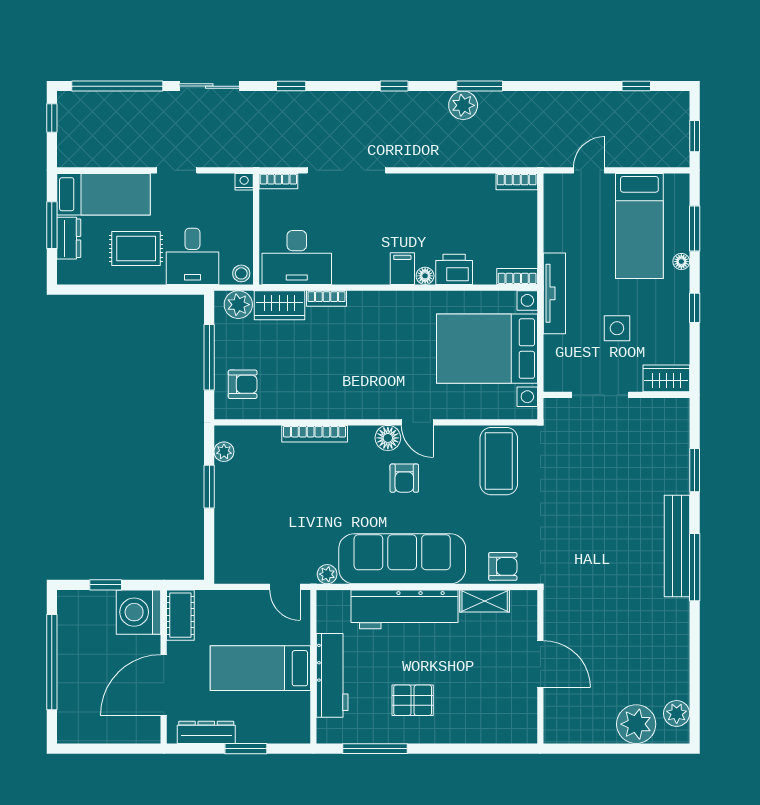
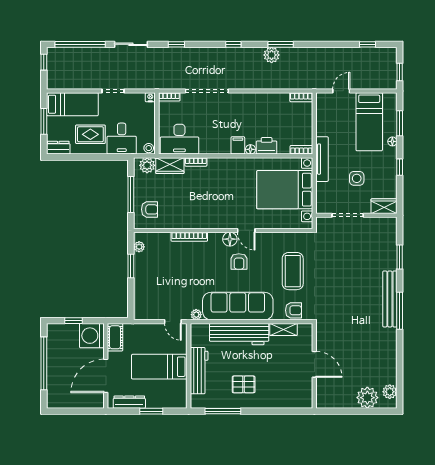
dresser: (69, 238) -> (58, 148), moved, turned -90
coffee table: (499, 461) -> (293, 271), moved

